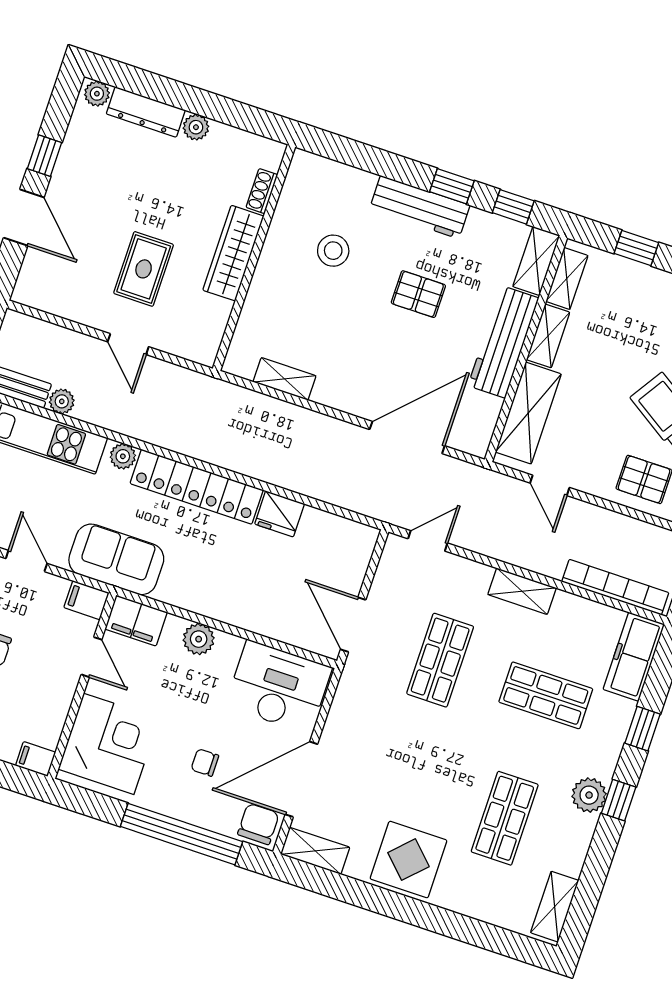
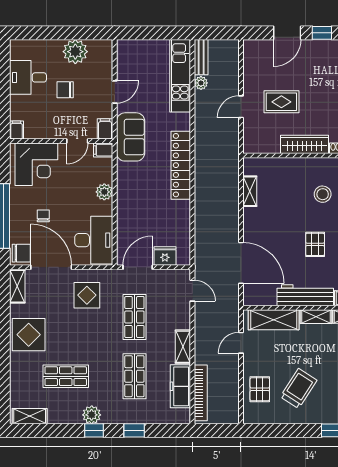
plant: (123, 456) -> (184, 123), removed
fridge: (280, 514) -> (165, 256), moved, turned 90
filing cabinet: (136, 621) -> (103, 150), width x0.50
freezer: (634, 657) -> (180, 386), moved, turned -90
shop shelf: (440, 660) -> (134, 317), turned 90
display table: (373, 732) -> (87, 295), added

